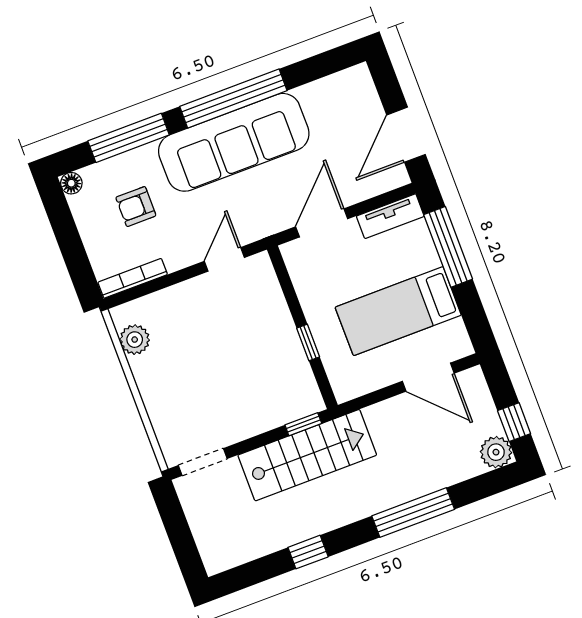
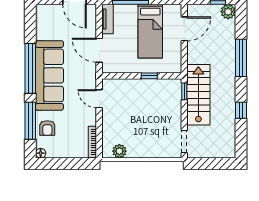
armchair: (136, 207) -> (47, 128), moved

